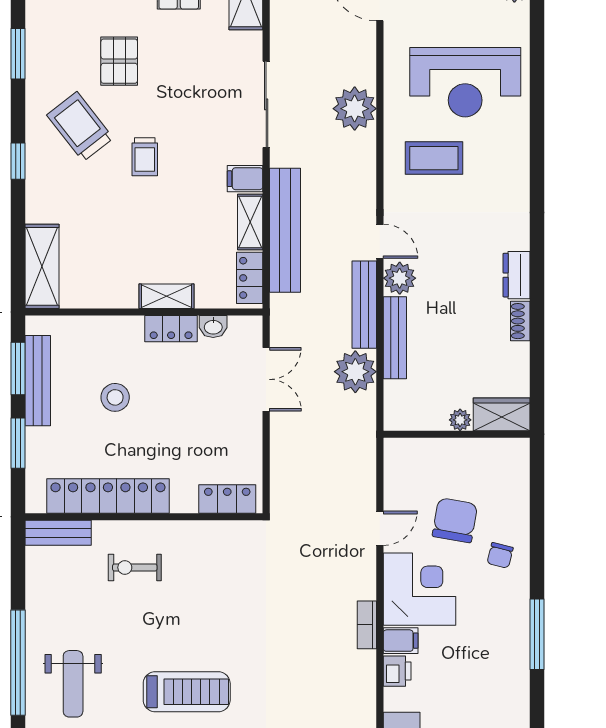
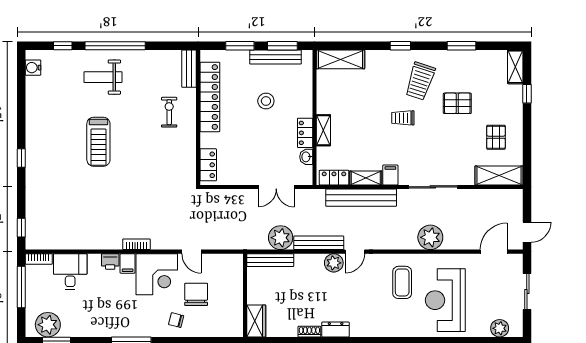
trolley: (80, 126) -> (420, 81), turned 146
bench: (395, 338) -> (270, 260), moved
plant: (460, 420) -> (253, 297), removed
chair: (455, 520) -> (196, 294), turned -100

